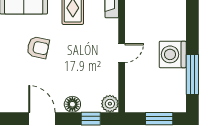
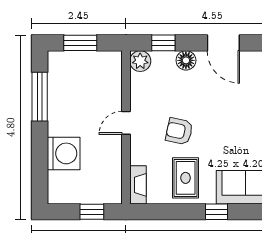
armchair: (38, 47) -> (179, 131), moved
washing machine: (173, 54) -> (64, 153), moved

